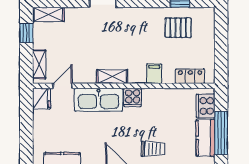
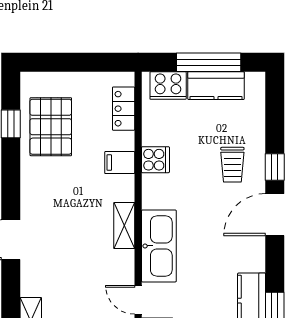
pallet: (178, 28) -> (51, 127), width x1.50, depth x1.42
cooker: (133, 97) -> (155, 160), moved
trolley: (153, 149) -> (232, 165), turned 180

